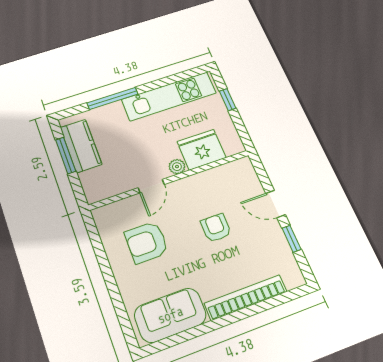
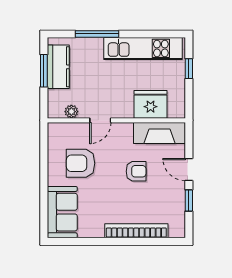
plant: (177, 167) -> (71, 112), moved
fireplace: (225, 176) -> (159, 133), added
armchair: (216, 228) -> (136, 171), turned 90
sofa: (170, 315) -> (62, 212), moved, turned 90

